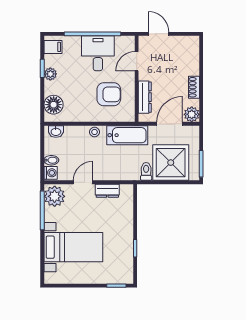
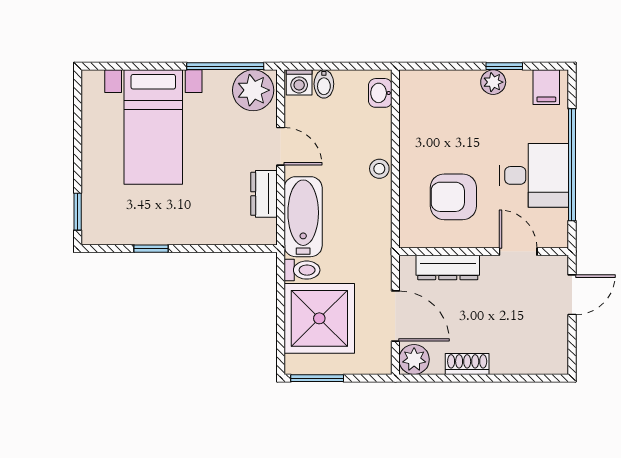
armchair: (109, 94) -> (453, 197), turned 90
floor lamp: (54, 105) -> (433, 88), removed
bathtub: (127, 135) -> (303, 217), moved, turned 180

